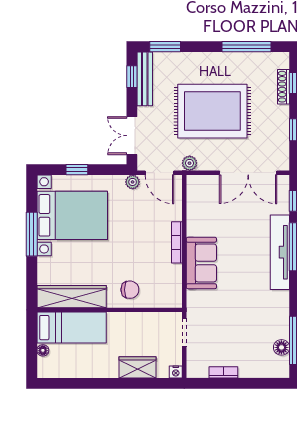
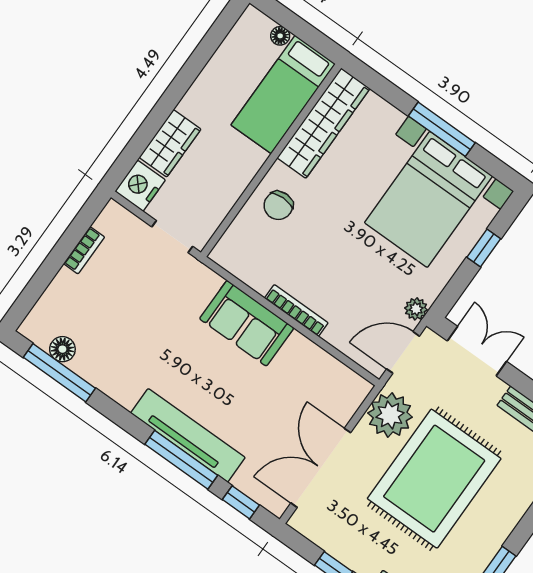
plant: (190, 163) -> (390, 415), width x1.88, depth x1.88
nightstand: (176, 372) -> (140, 186), width x1.89, depth x1.79

